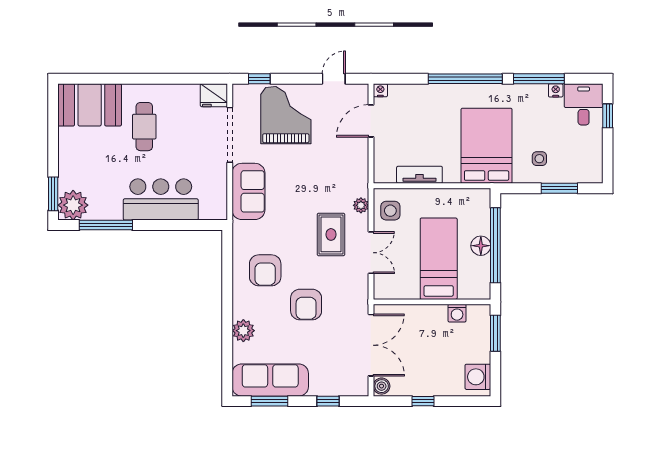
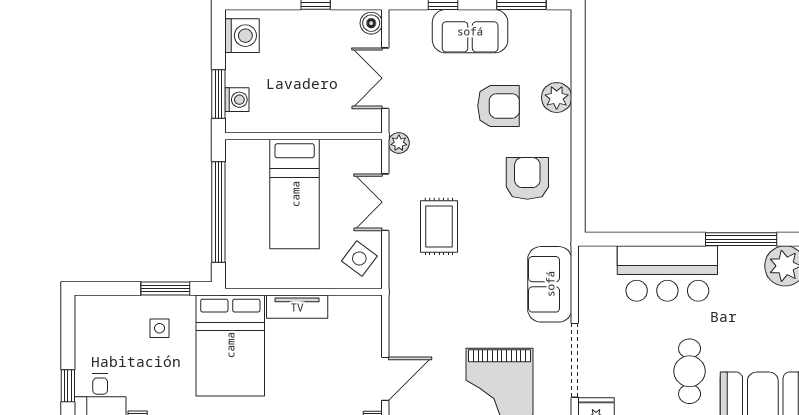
tv unit: (419, 175) -> (297, 307), moved
window: (559, 188) -> (165, 288), moved
plant: (361, 205) -> (399, 143), moved
side table: (390, 211) -> (359, 258), turned 37
floor lamp: (481, 246) -> (238, 211), removed
armchair: (306, 305) -> (498, 106), moved, turned 90
washing machine: (457, 313) -> (237, 100), moved, turned 90
double door: (371, 345) -> (385, 78), width x0.73
sofa: (270, 380) -> (470, 31), moved, width x0.73

